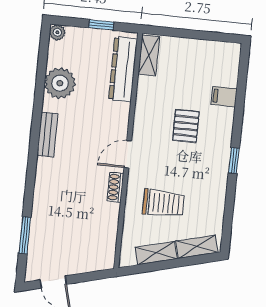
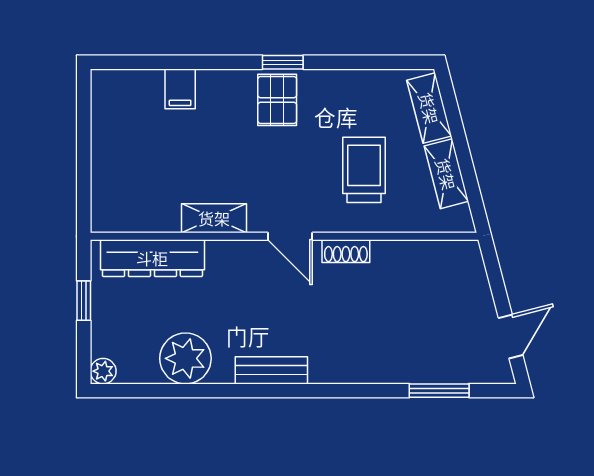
shelving: (149, 55) -> (214, 218), moved
pallet: (186, 126) -> (277, 100), moved, turned 90

